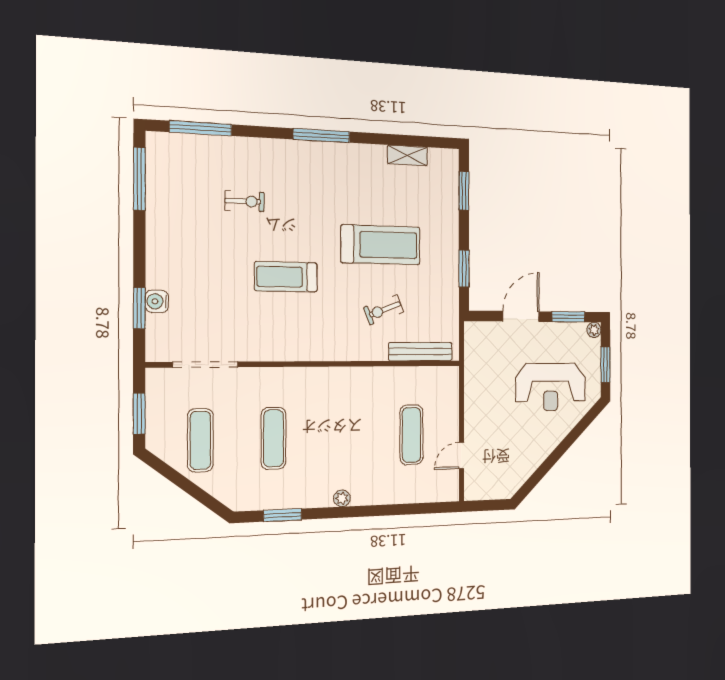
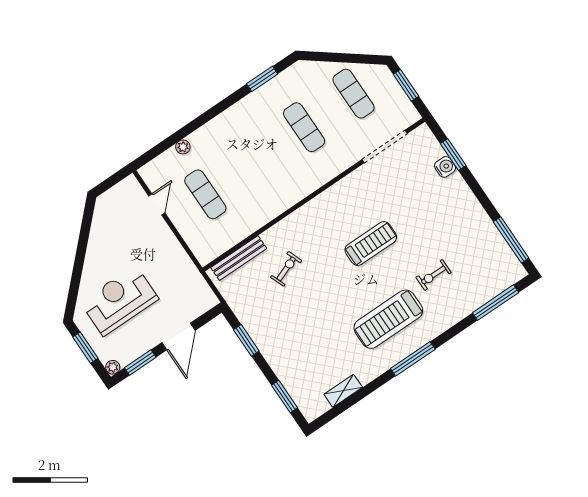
treadmill: (381, 245) -> (388, 319), moved
plant: (342, 498) -> (183, 147), moved

